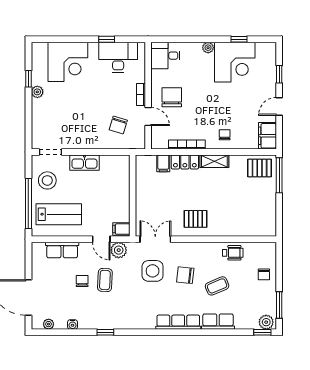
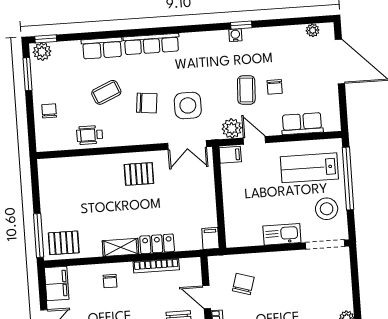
doorway: (50, 152) -> (325, 245), width x1.38
filing cabinet: (163, 163) -> (210, 238), moved
water cooler: (73, 324) -> (235, 35), moved

